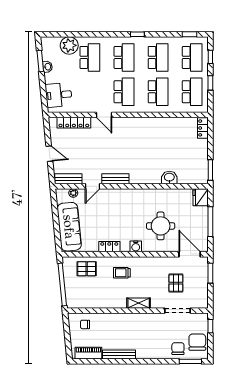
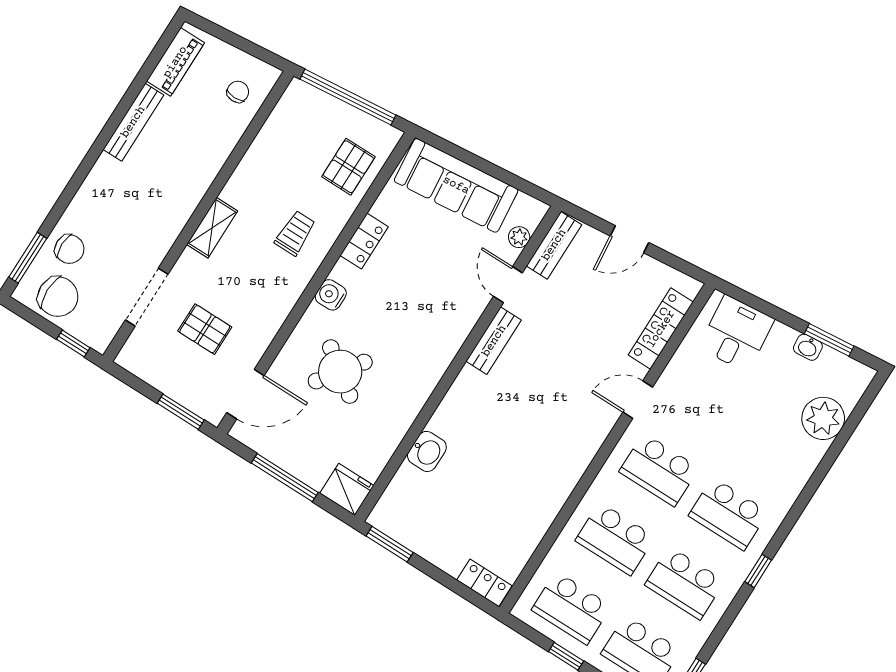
school desk: (90, 57) -> (772, 445), removed
round table: (161, 226) -> (340, 372), turned 36

